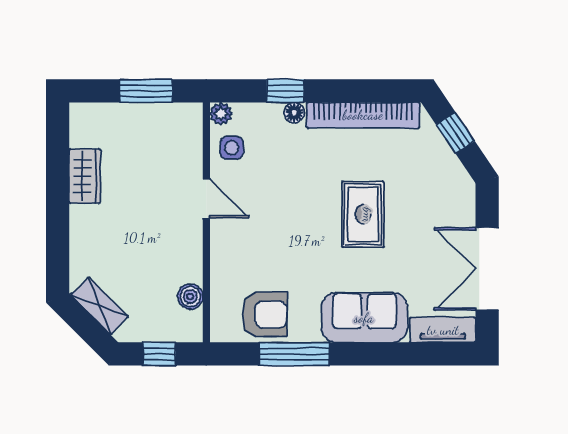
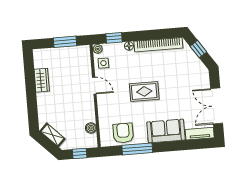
window: (285, 91) -> (114, 38), moved
rug: (363, 214) -> (144, 91), moved, turned 90
armchair: (265, 314) -> (123, 133), turned -90

